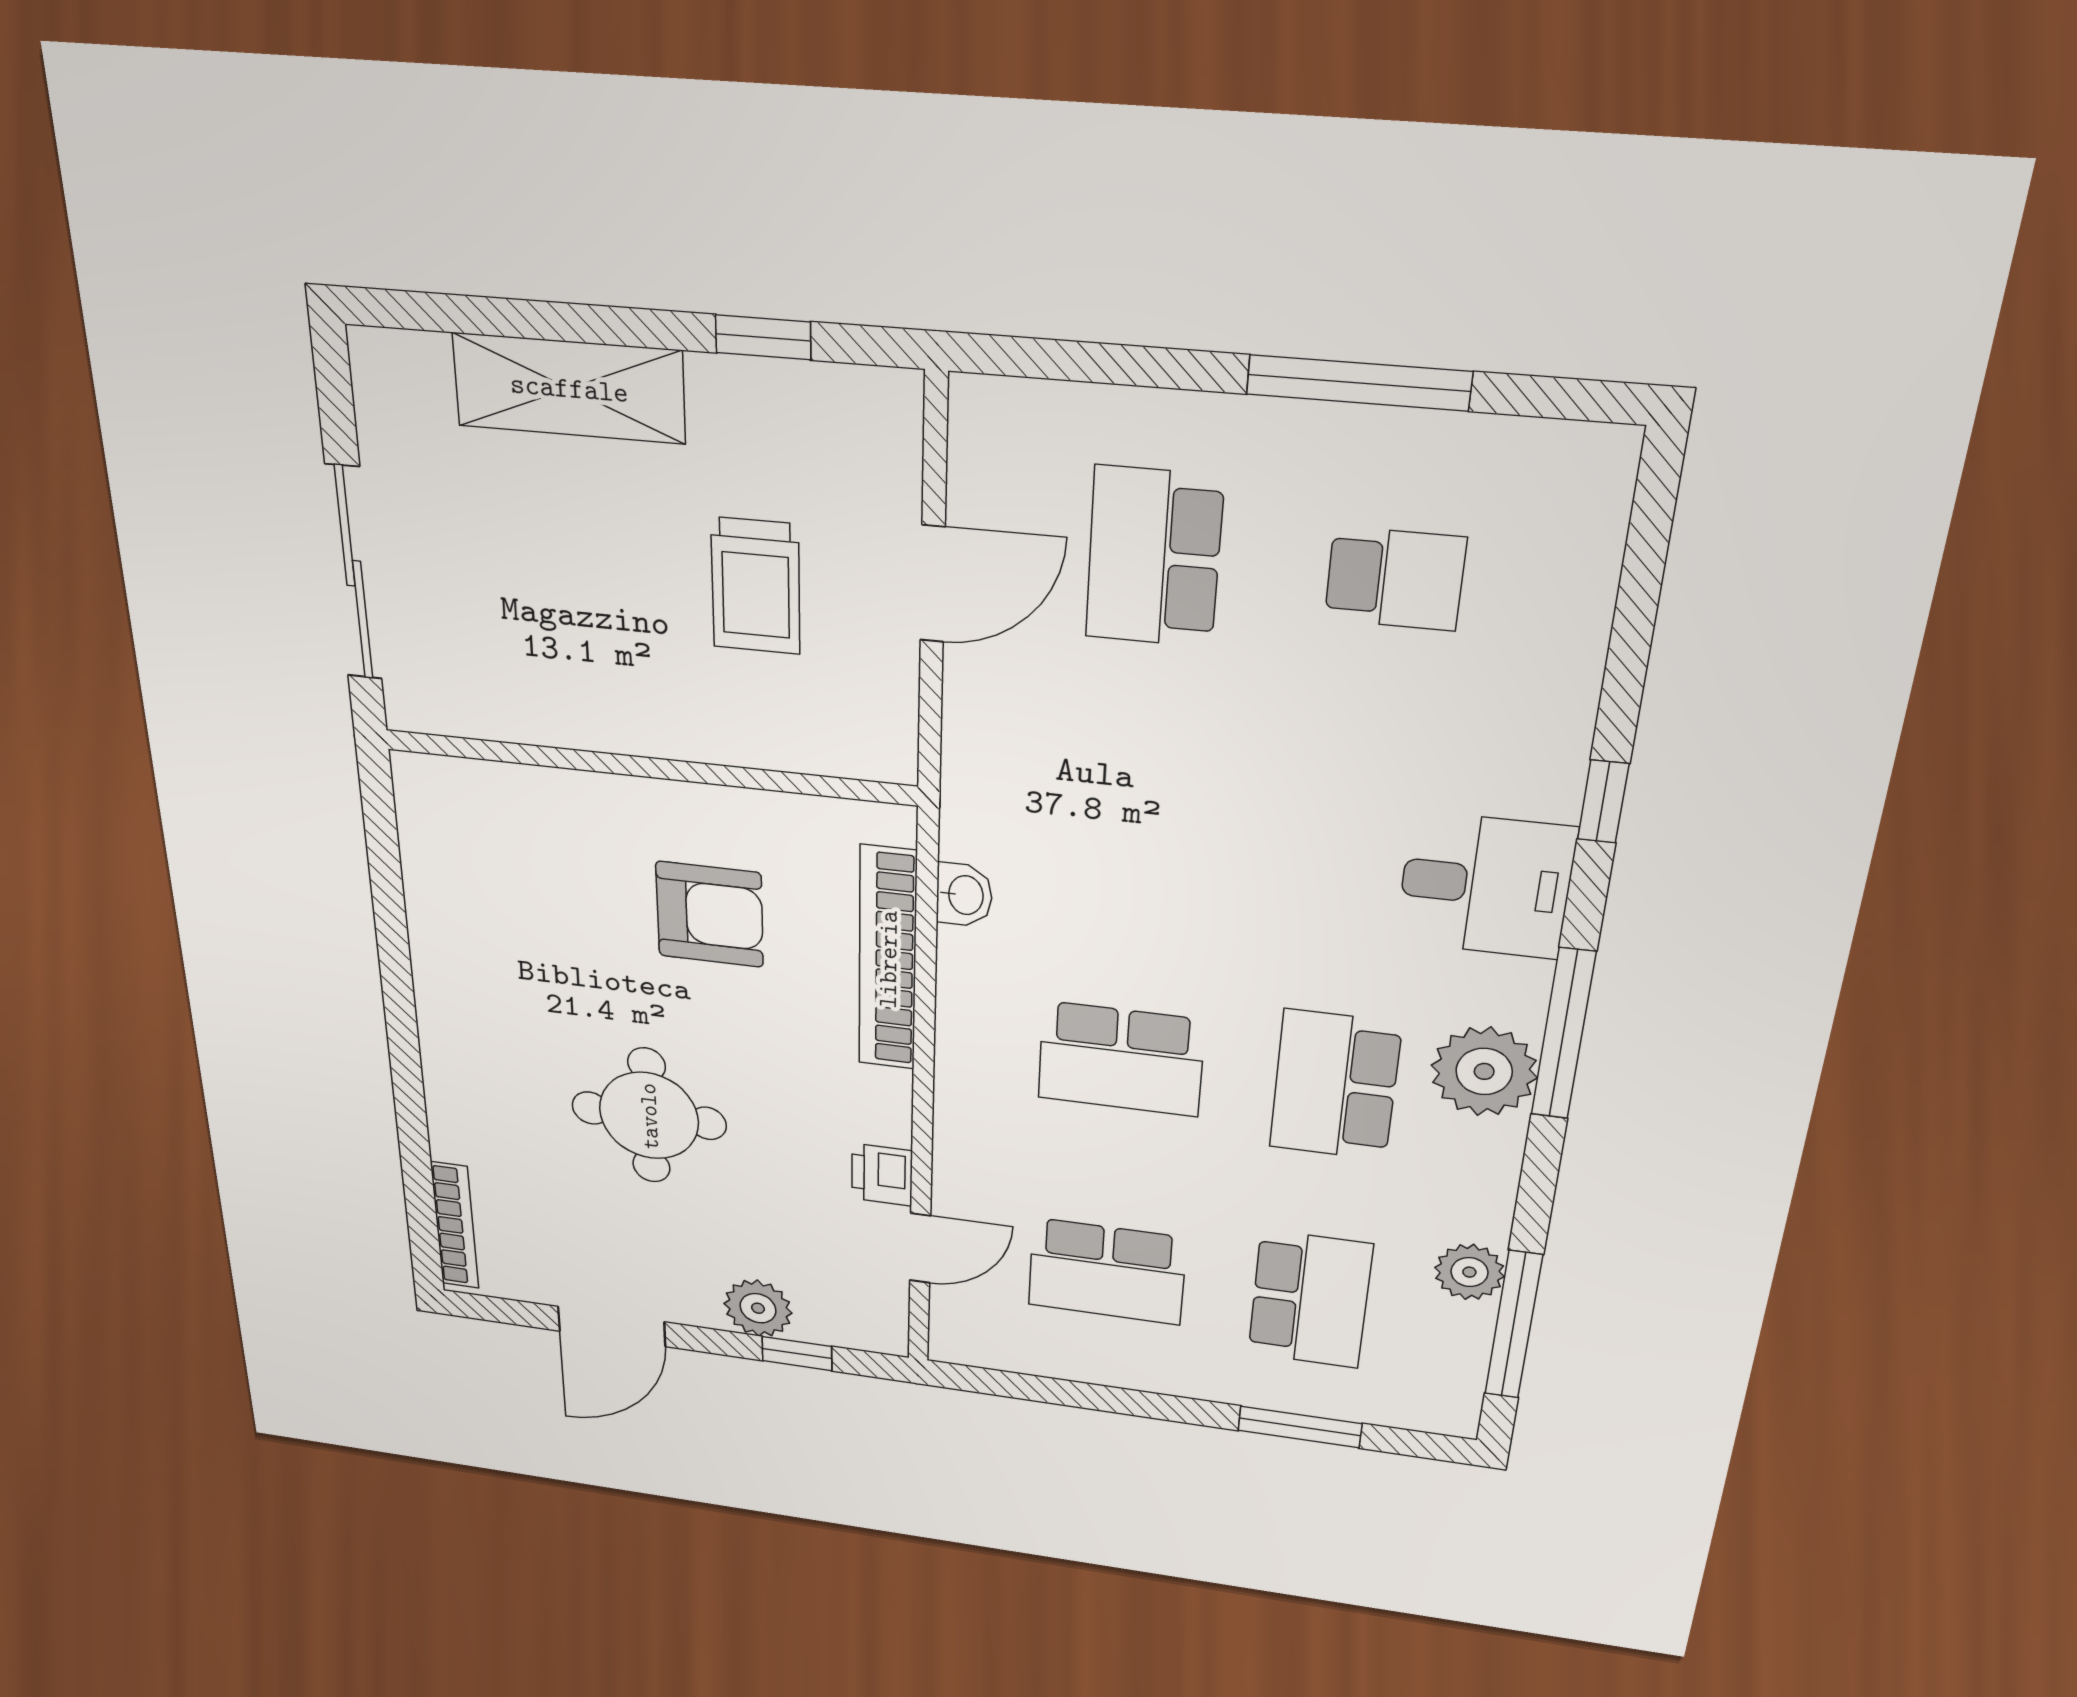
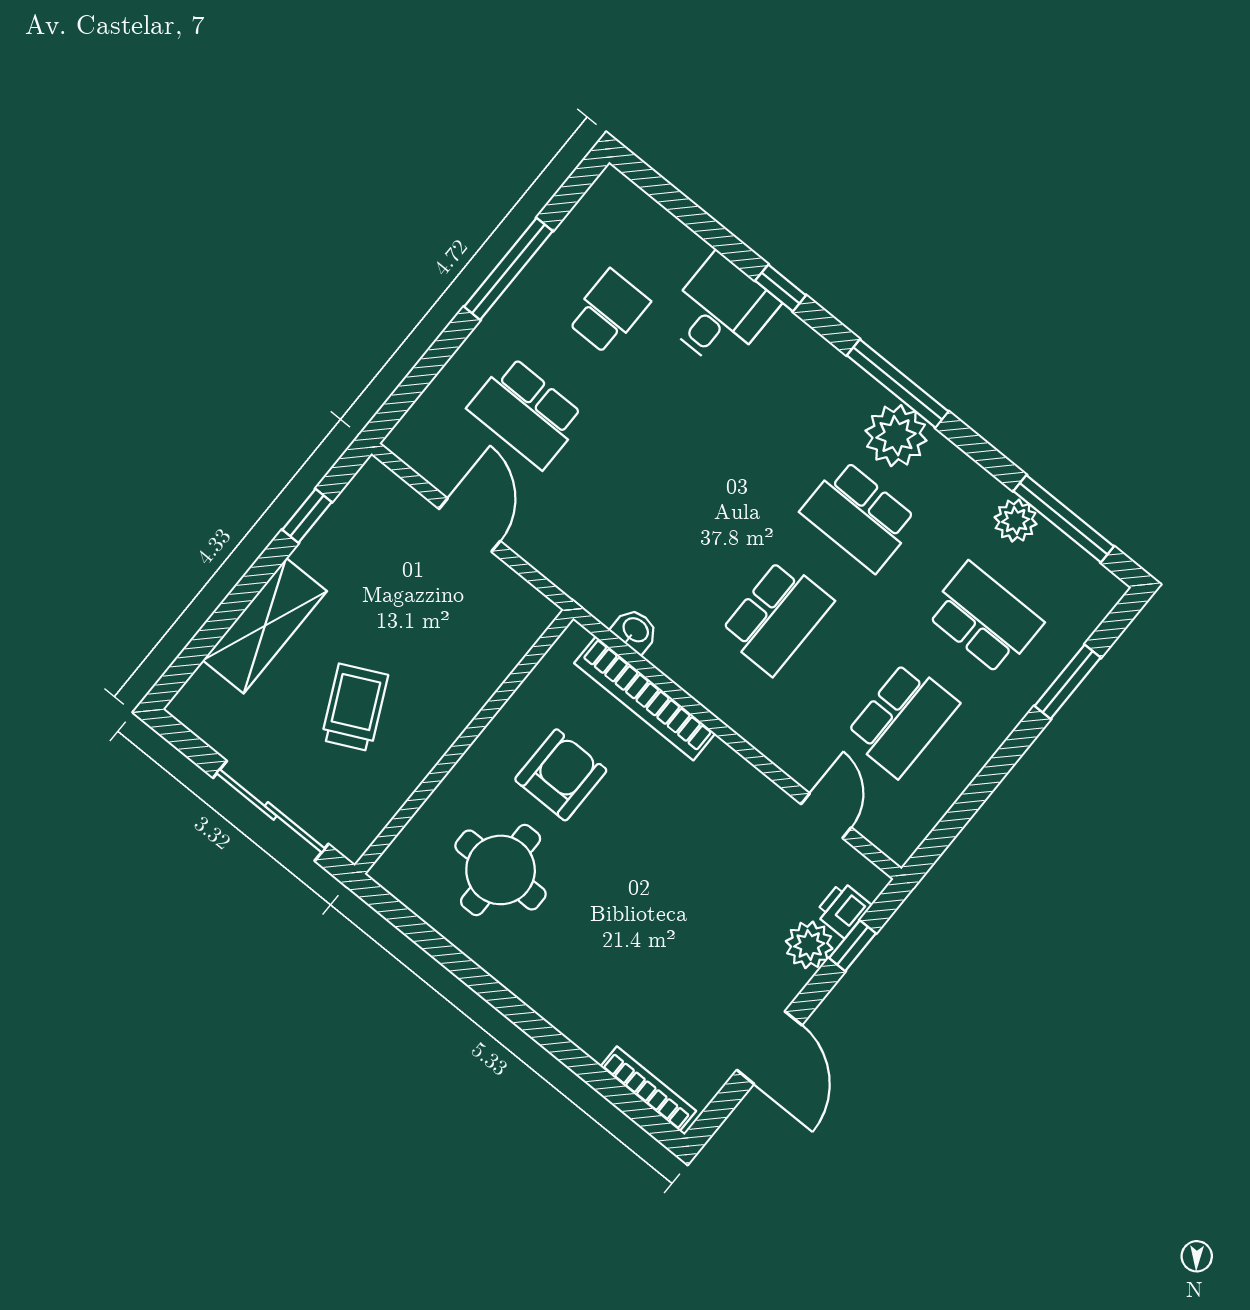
trolley: (756, 586) -> (355, 707), moved, turned -116
desk: (1485, 885) -> (720, 312), moved
round table: (649, 1116) -> (501, 870), moved
printer: (882, 1175) -> (843, 910), moved, turned 90

